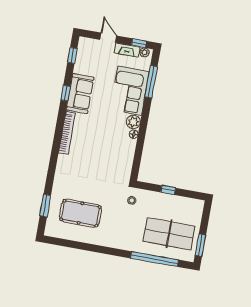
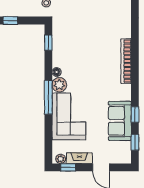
window: (151, 82) -> (48, 97), moved
window: (66, 93) -> (135, 114), moved
sofa: (80, 94) -> (120, 121), moved
window: (136, 163) -> (48, 43), added

